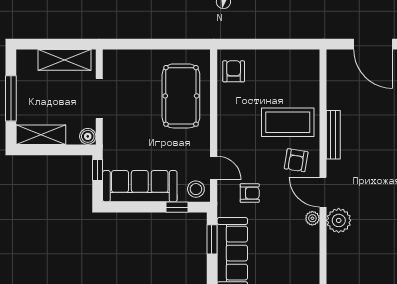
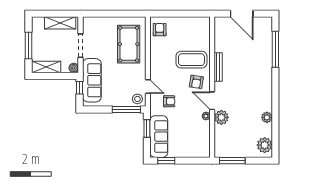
sofa: (140, 186) -> (92, 80), moved, turned 90
window: (177, 207) -> (126, 110), width x2.17

